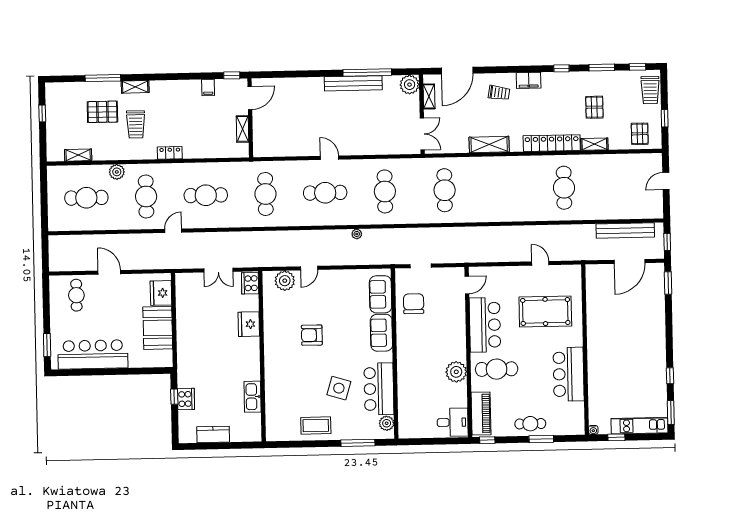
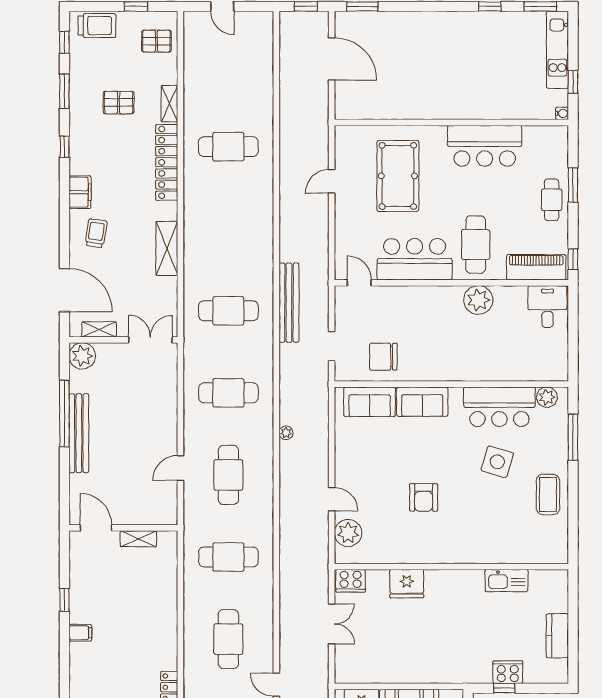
door: (250, 98) -> (96, 528), moved
wall: (250, 118) -> (123, 528), moved
shelving: (242, 129) -> (138, 539), moved
bench: (625, 231) -> (289, 303), moved

